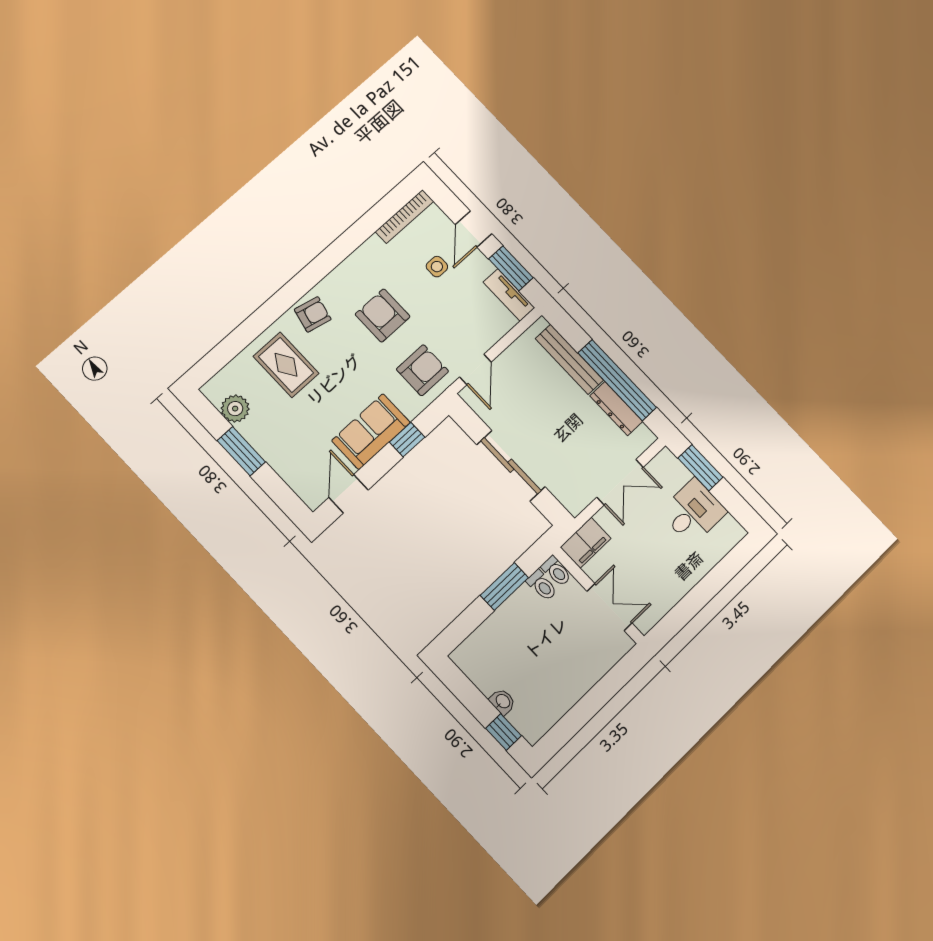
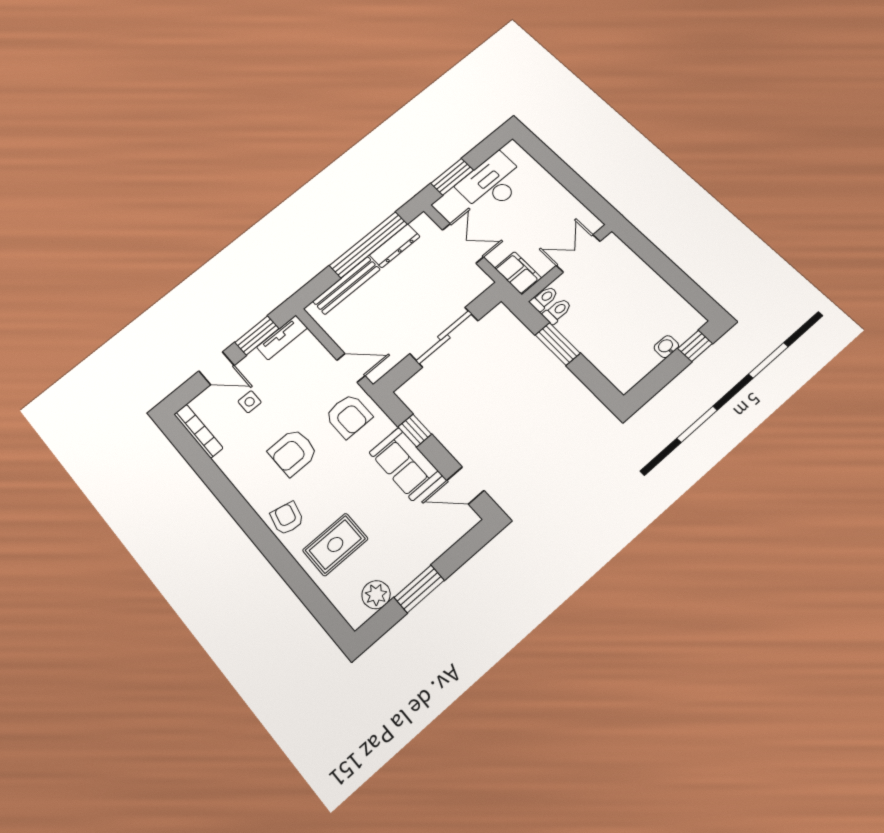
armchair: (423, 370) -> (349, 416), turned 180
desk: (693, 512) -> (492, 183), width x1.37

